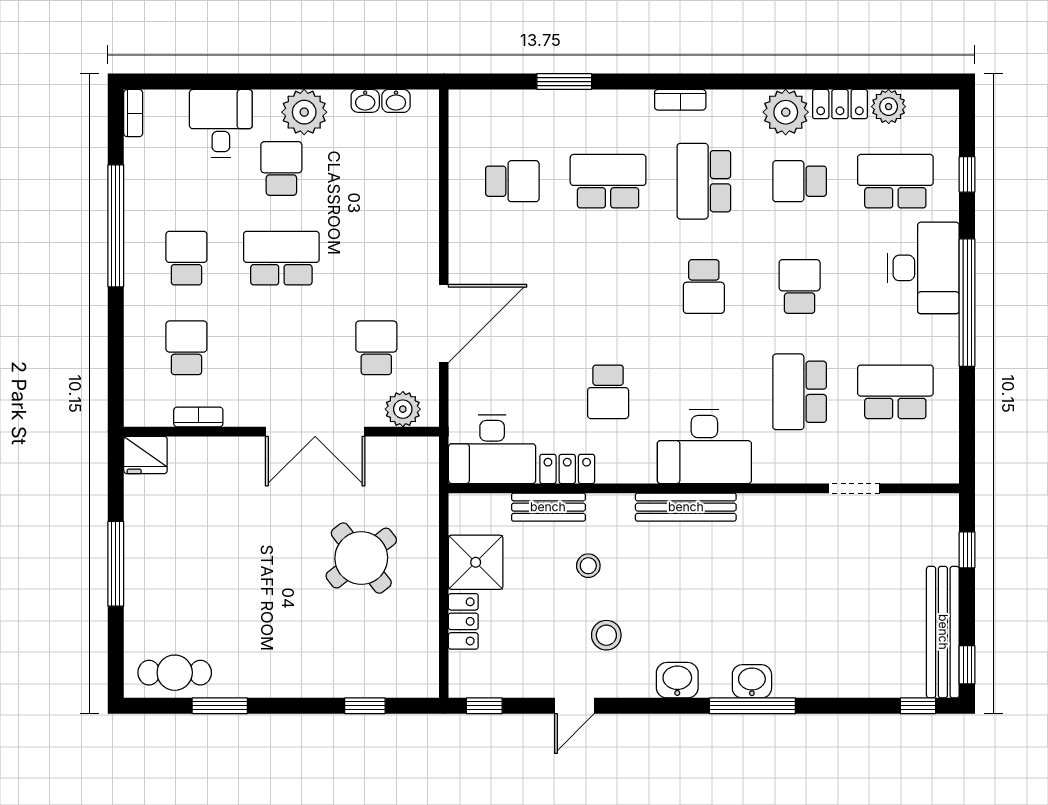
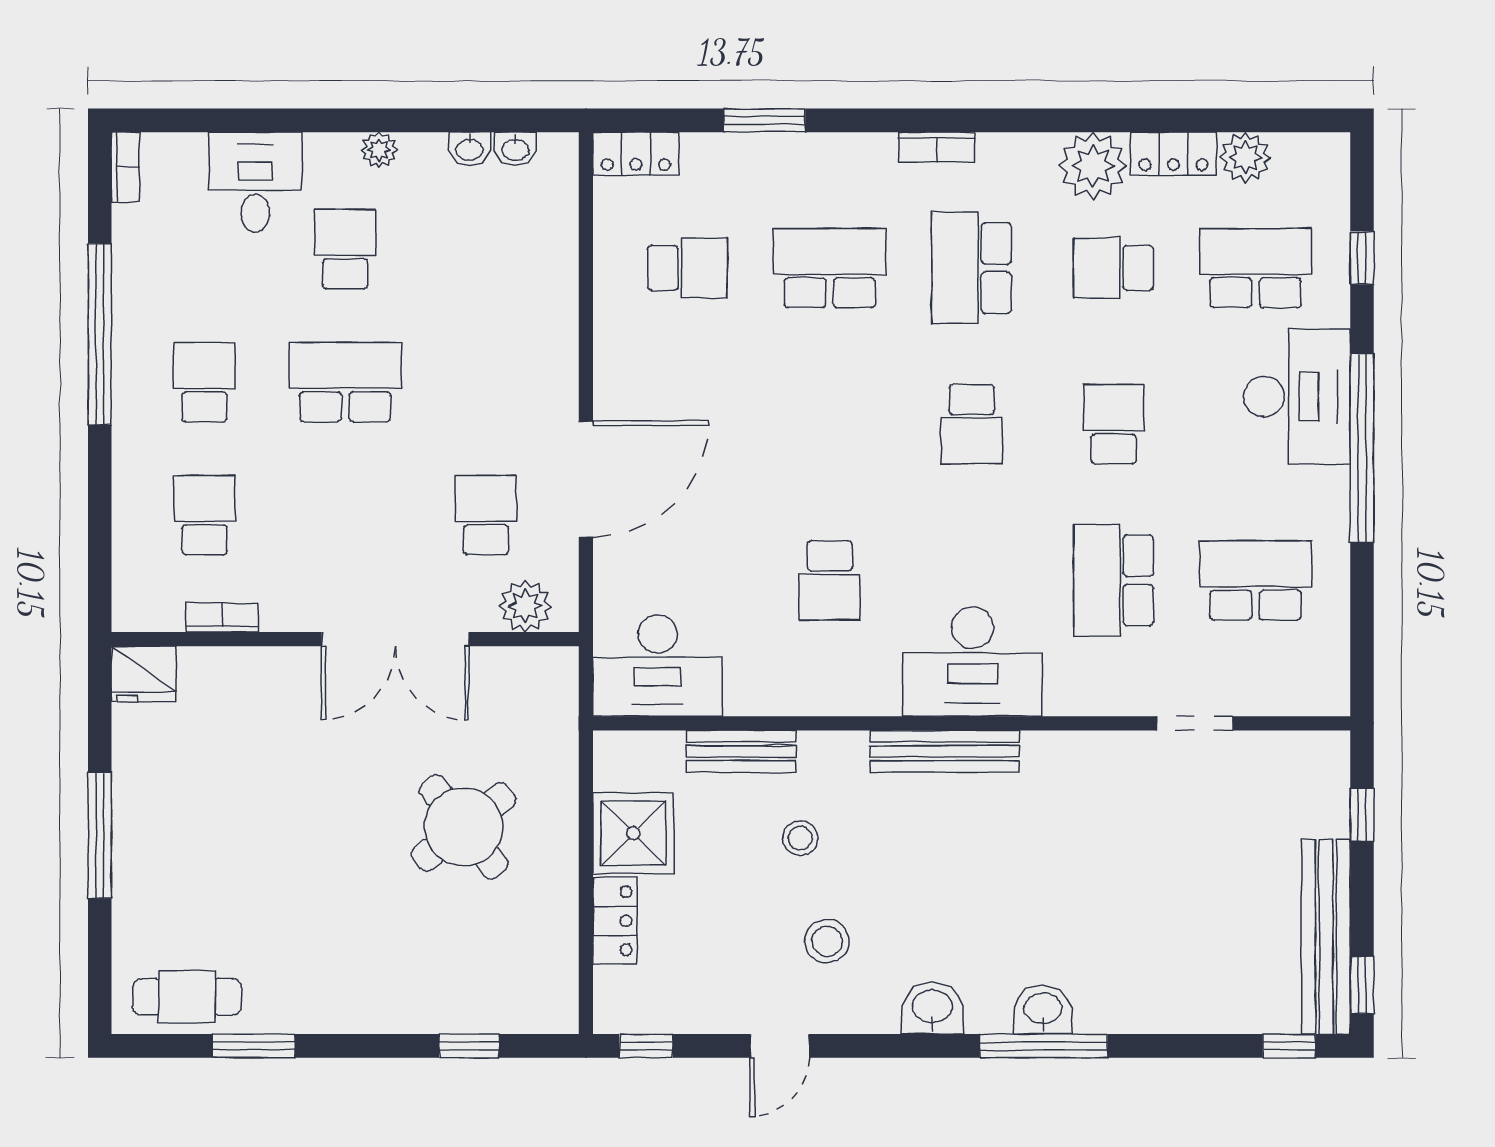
plant: (304, 112) -> (379, 150), width x0.53, depth x0.53
locker: (567, 469) -> (636, 154), moved, turned 180

